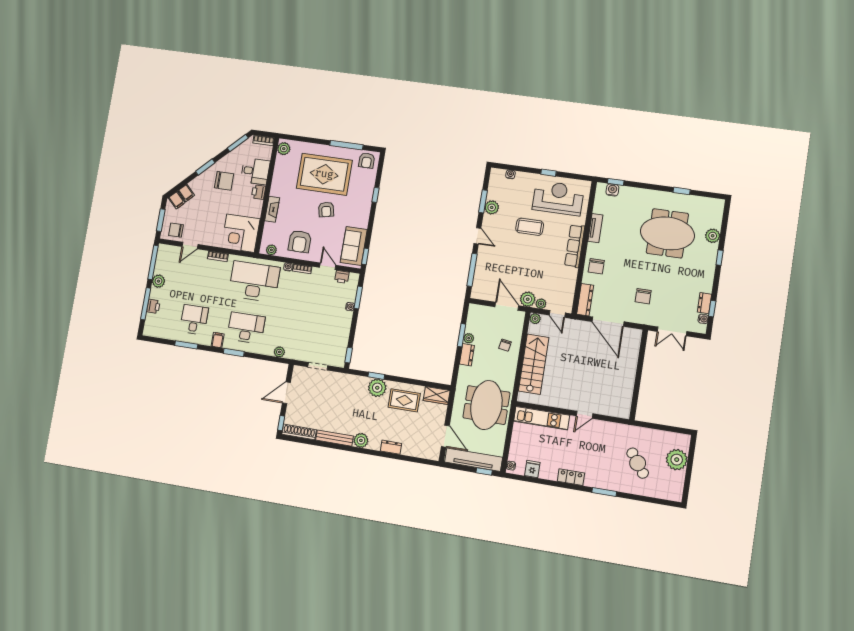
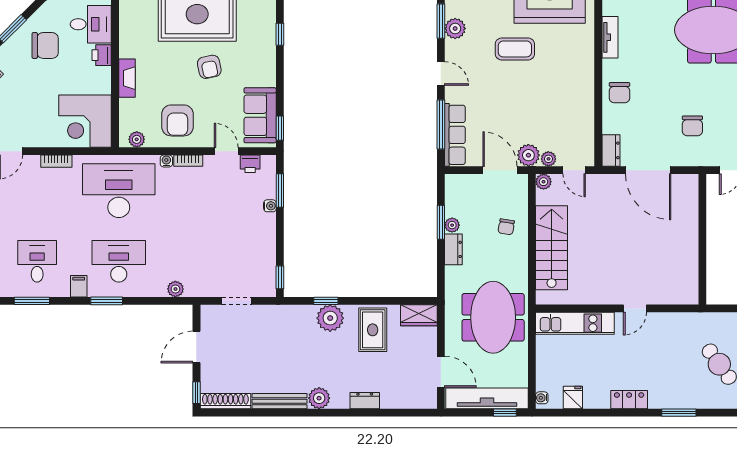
row of seats: (575, 246) -> (455, 135), moved, turned 180
dresser: (585, 300) -> (611, 150), width x0.70
rug: (404, 400) -> (373, 330), turned 90

